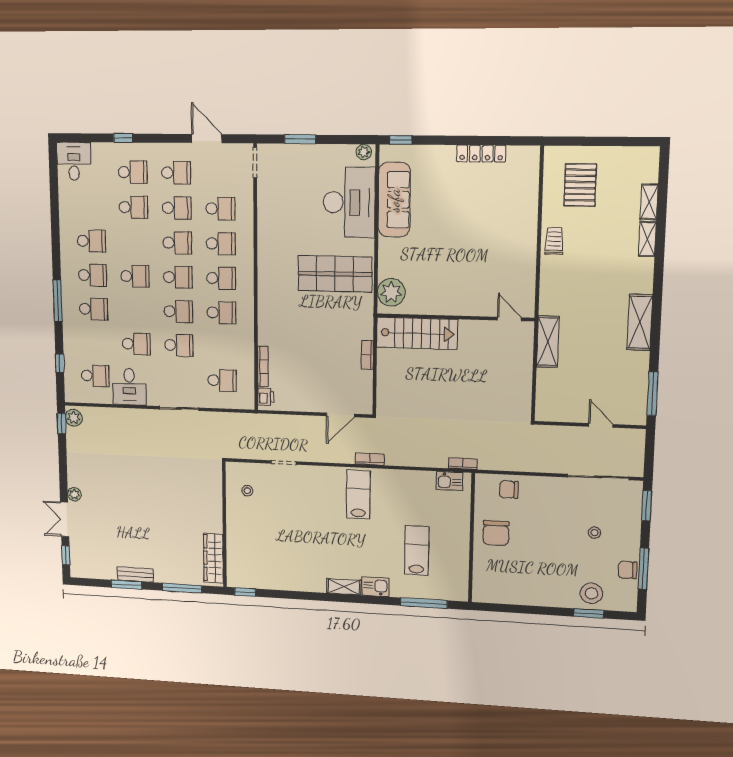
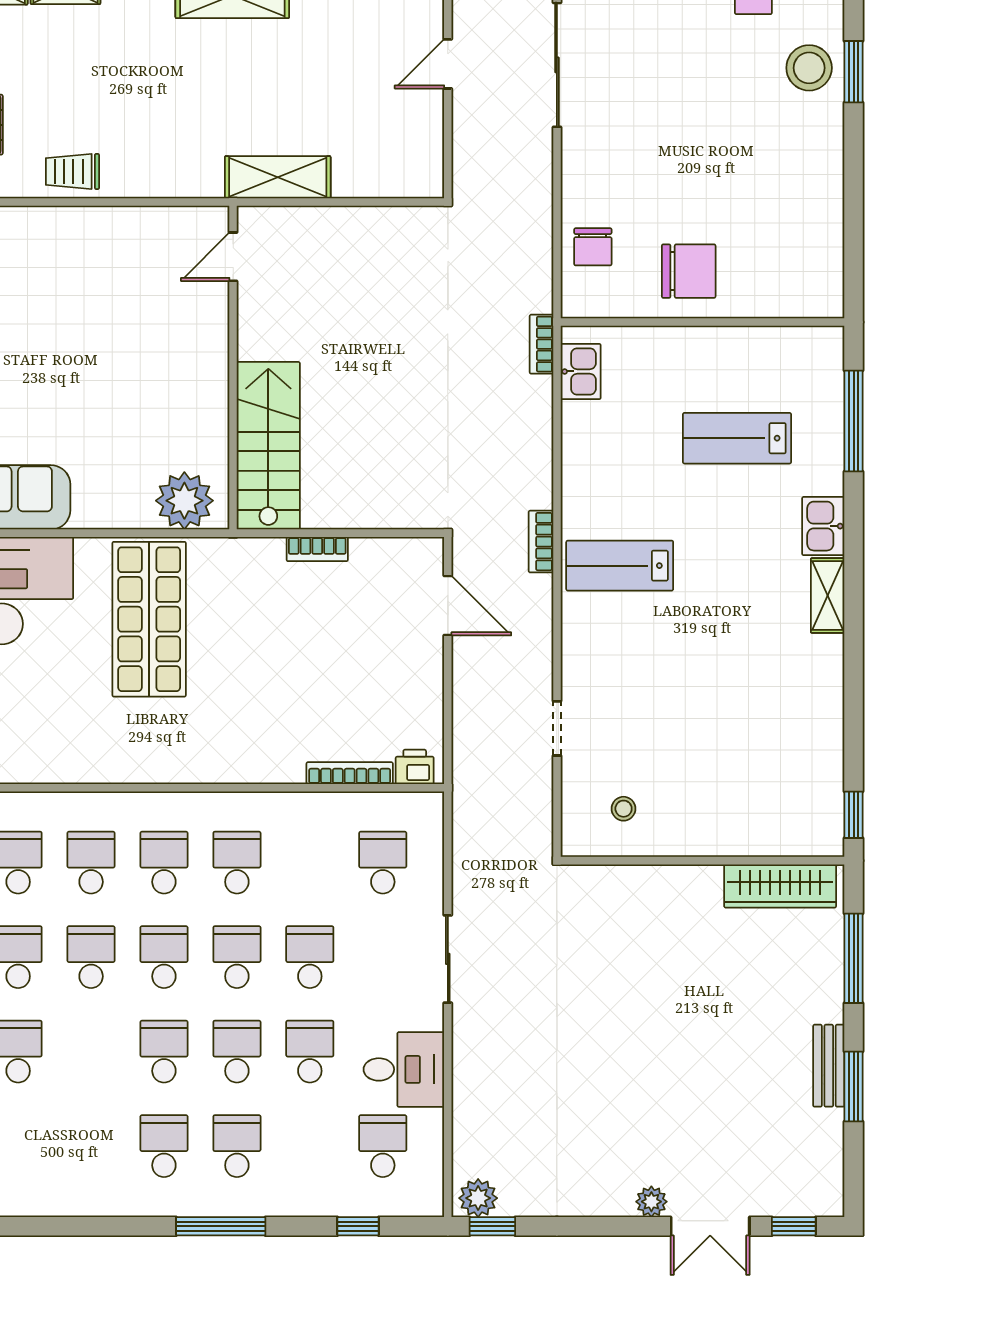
school desk: (91, 241) -> (237, 1052), moved
stool: (594, 533) -> (676, 67), removed

